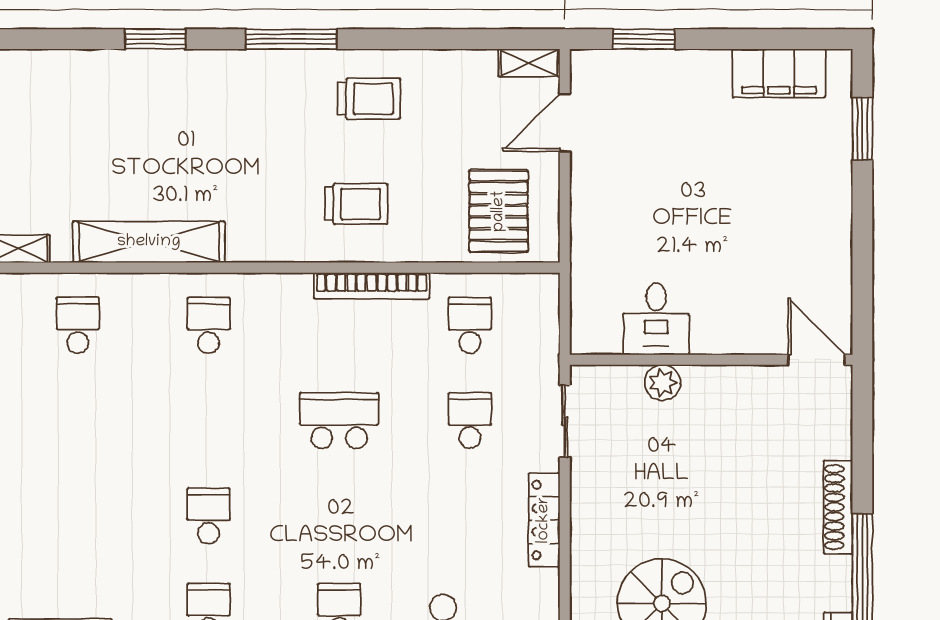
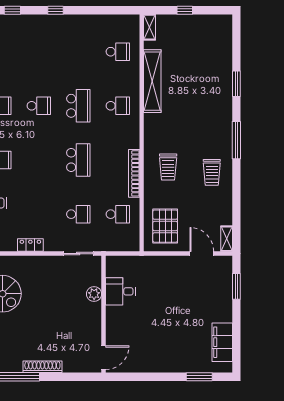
pallet: (499, 211) -> (165, 226), turned 90
school desk: (208, 421) -> (78, 106), added
locker: (544, 520) -> (30, 245), width x0.66

